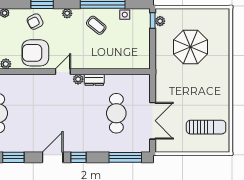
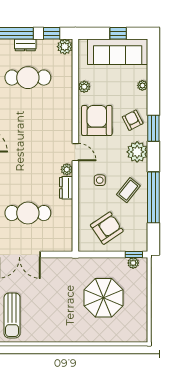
plant: (67, 13) -> (137, 152), width x1.88, depth x1.88
side table: (125, 15) -> (100, 180), moved
armchair: (129, 44) -> (107, 228), added

